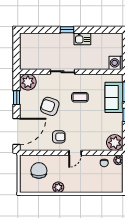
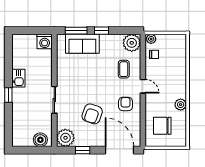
boiler: (26, 59) -> (40, 140), added
coffee table: (80, 97) -> (124, 69), moved

